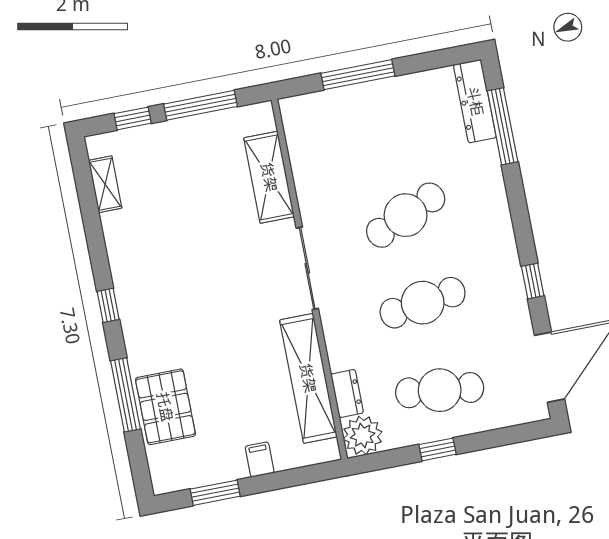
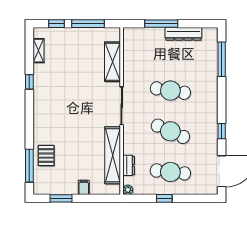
dresser: (475, 101) -> (183, 34), moved, turned -90
cafe table: (406, 215) -> (170, 91), turned 33
cafe table: (423, 303) -> (170, 131), turned 33
window: (108, 305) -> (29, 82), moved
window: (126, 395) -> (29, 166), moved
pallet: (165, 407) -> (46, 156), width x0.67, depth x0.71
plant: (363, 436) -> (128, 190), width x0.53, depth x0.53

